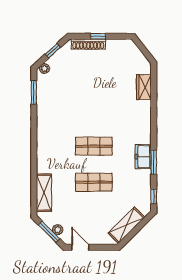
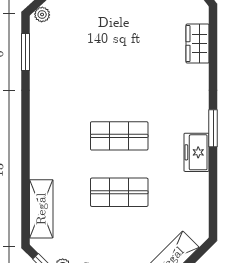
window: (154, 162) -> (213, 128), moved
window: (154, 197) -> (213, 215), removed

